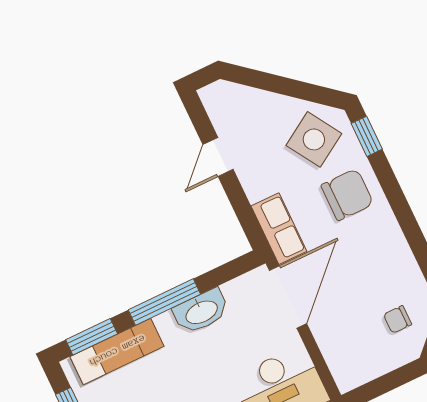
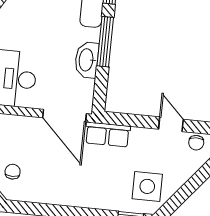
side table: (314, 139) -> (147, 186), turned 32
chair: (347, 195) -> (196, 143), moved, width x0.54, depth x0.54

